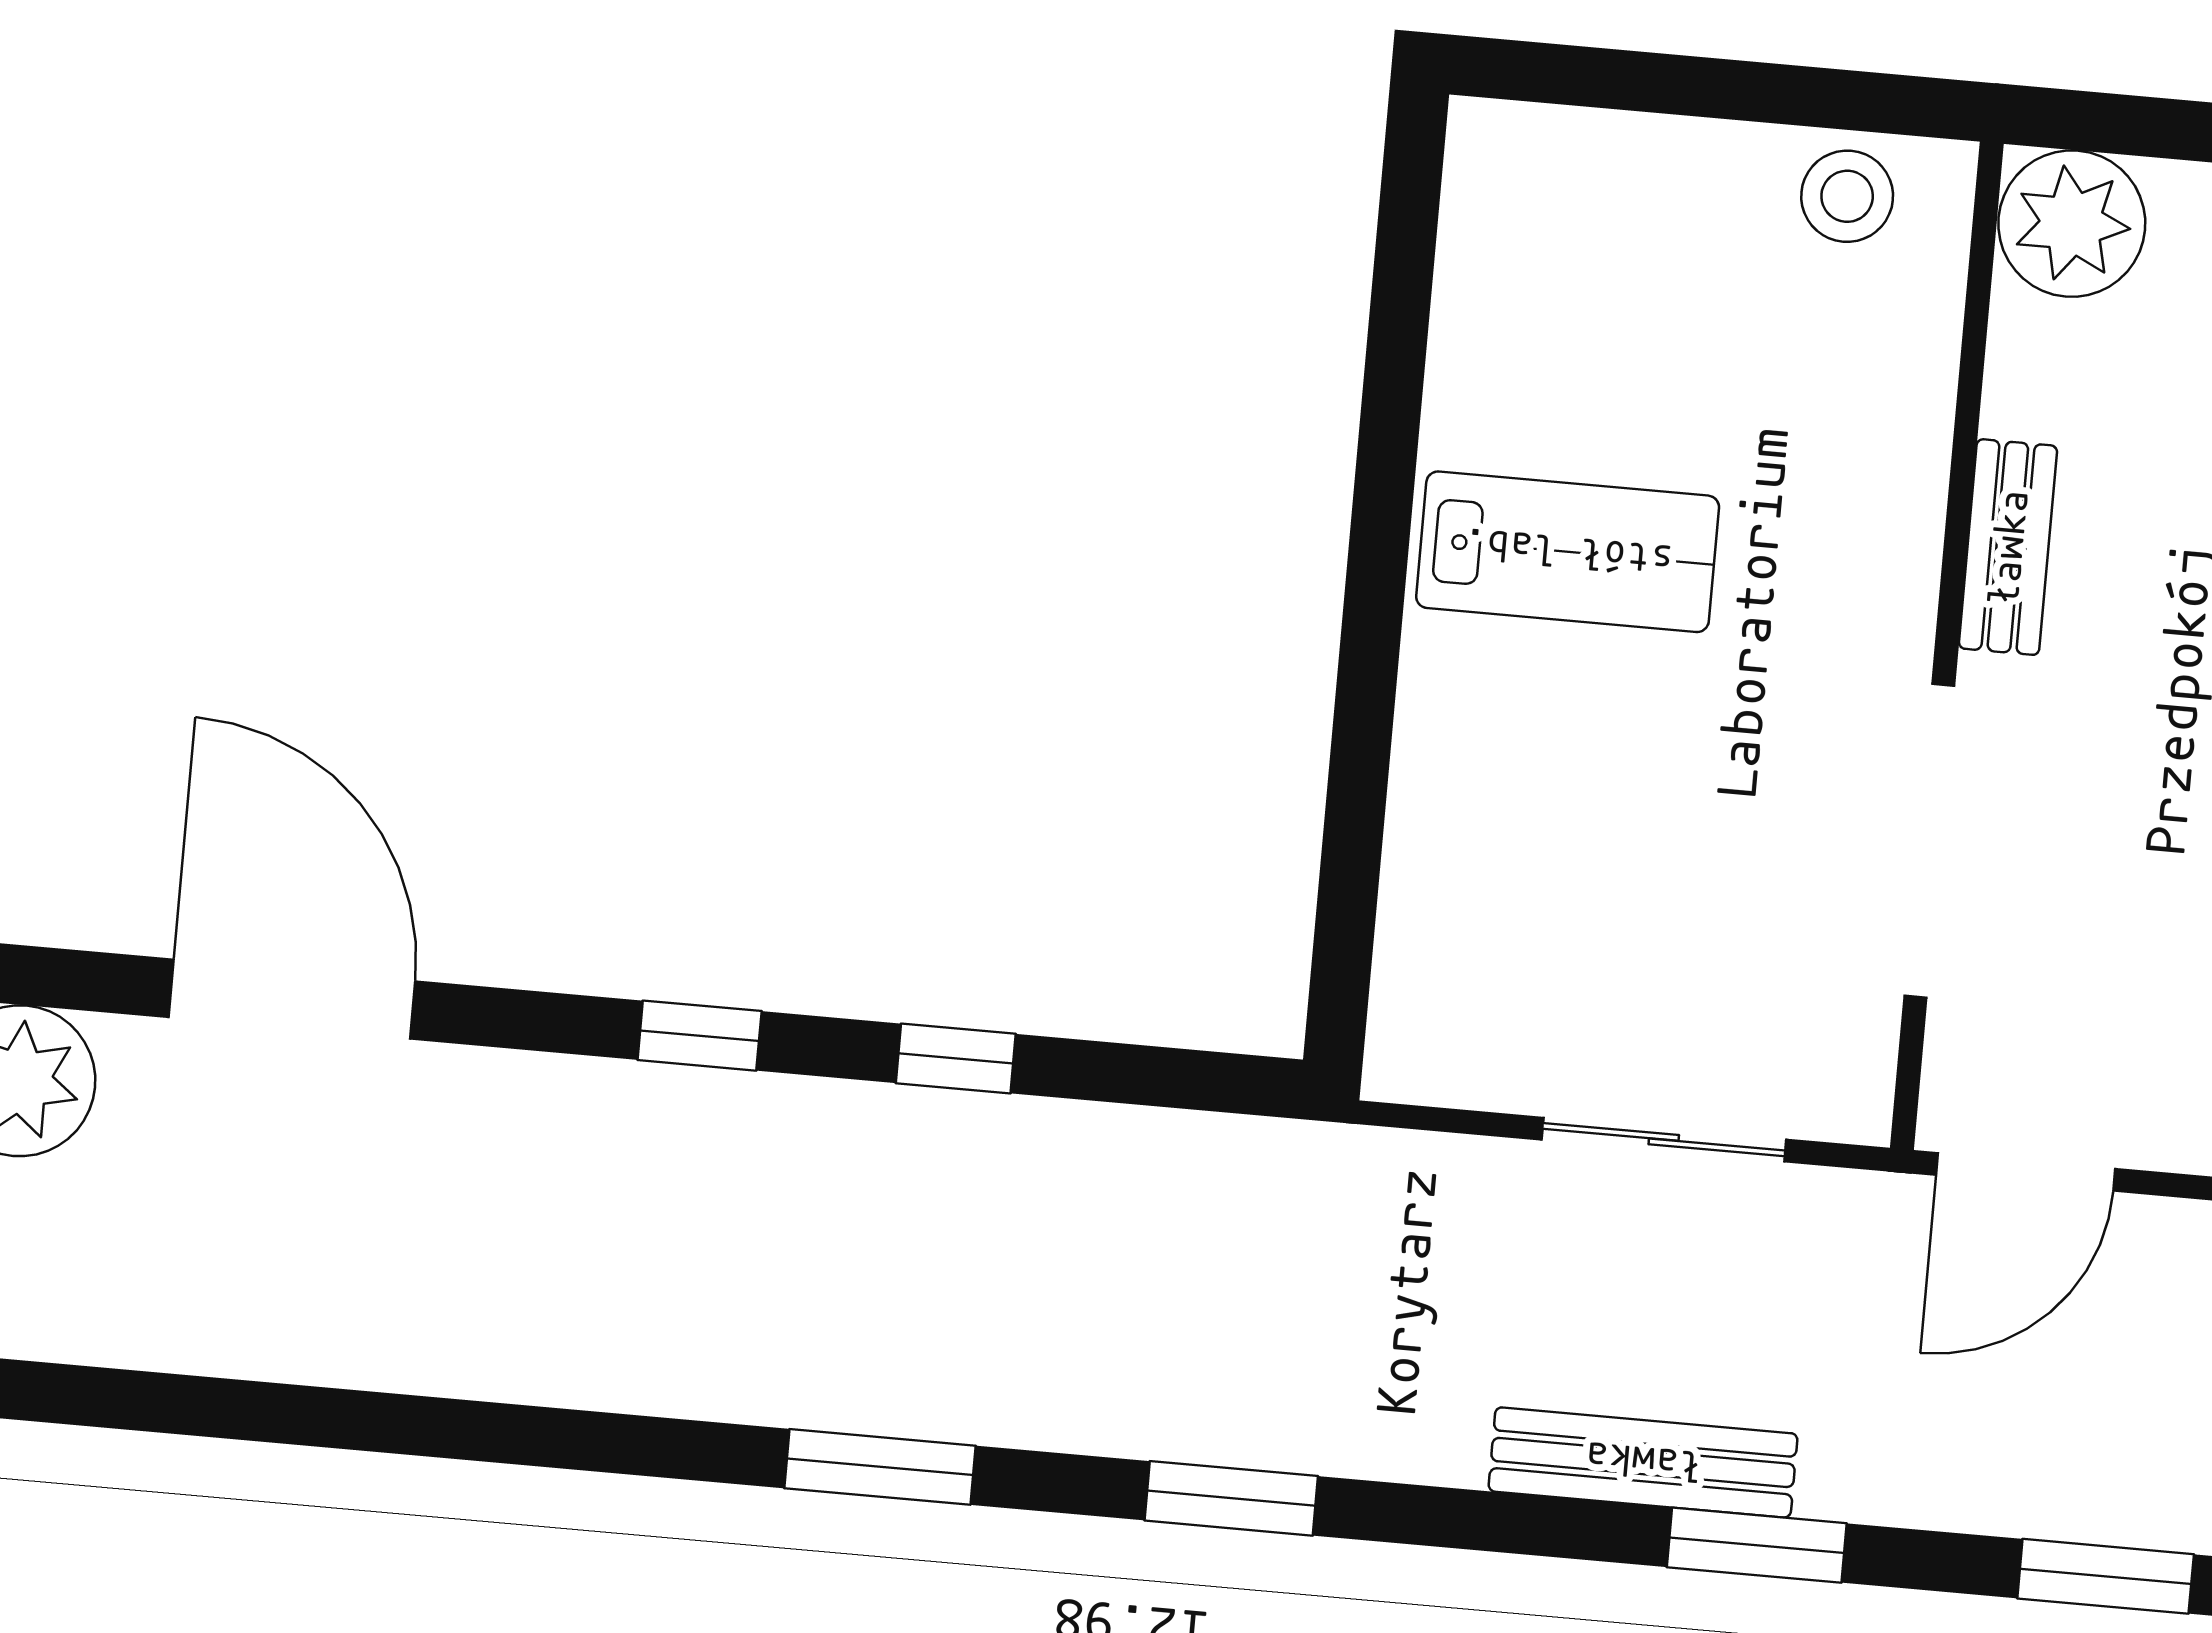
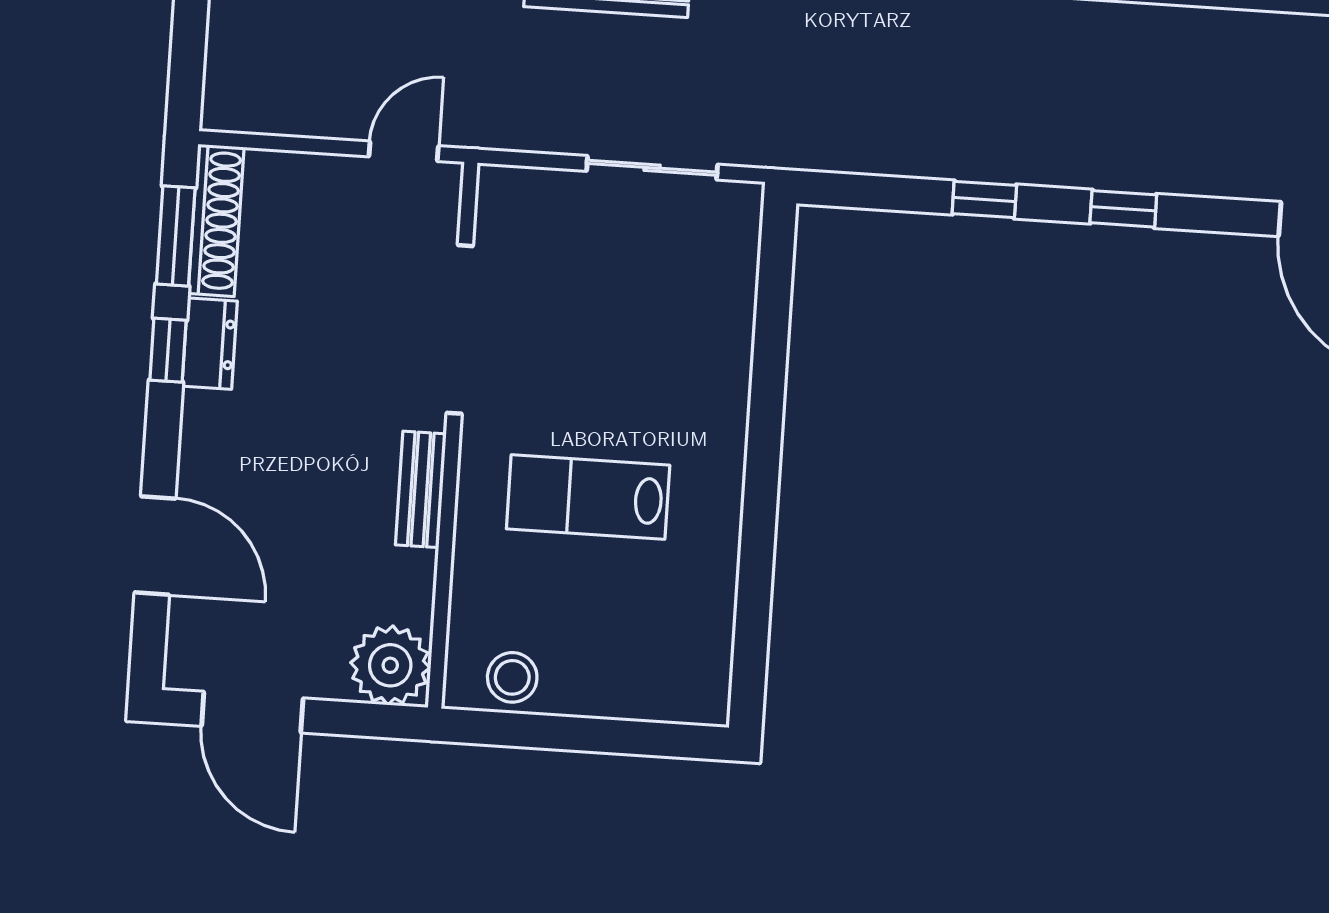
lab bench: (1568, 552) -> (588, 497), moved
sliding door: (1664, 1140) -> (652, 168), moved
door: (2026, 1172) -> (404, 151), width x0.73

